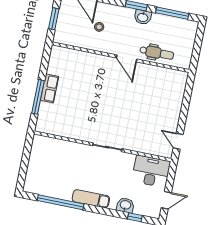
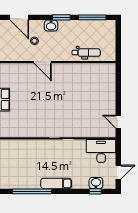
washbasin: (143, 17) -> (51, 26), moved
door: (127, 58) -> (43, 62), moved
washbasin: (125, 205) -> (96, 183), moved

